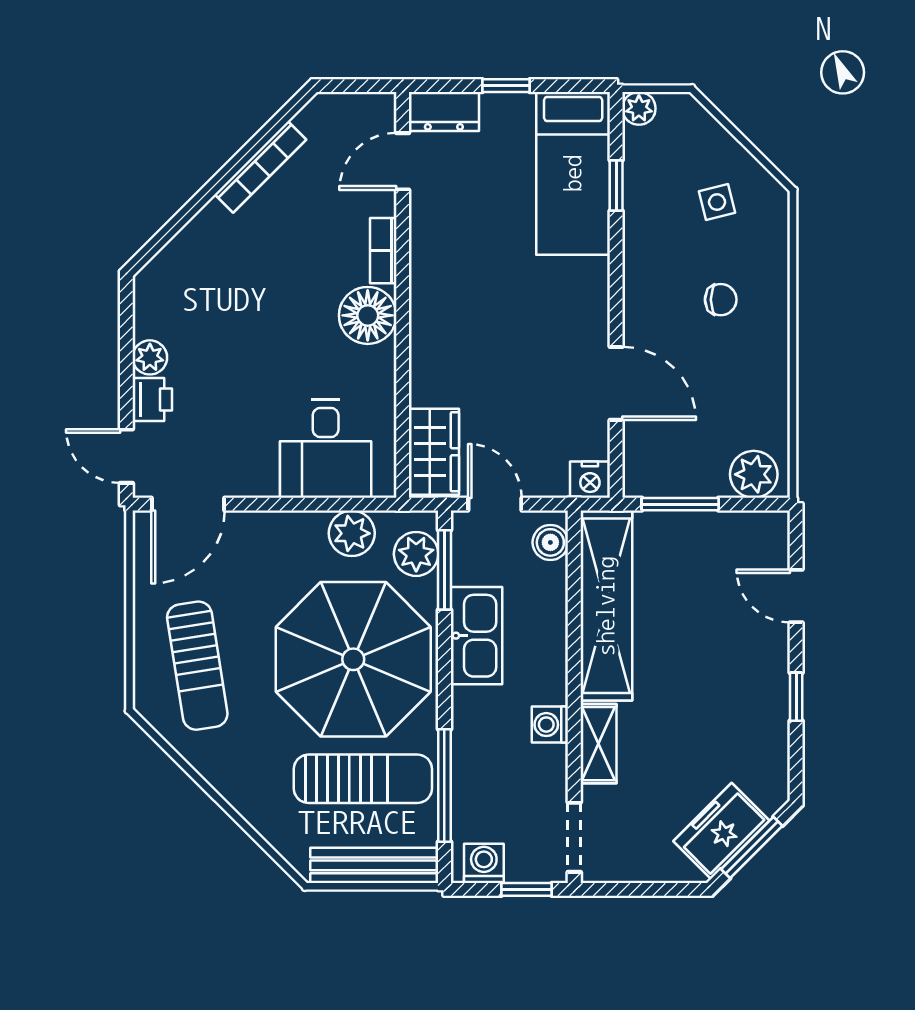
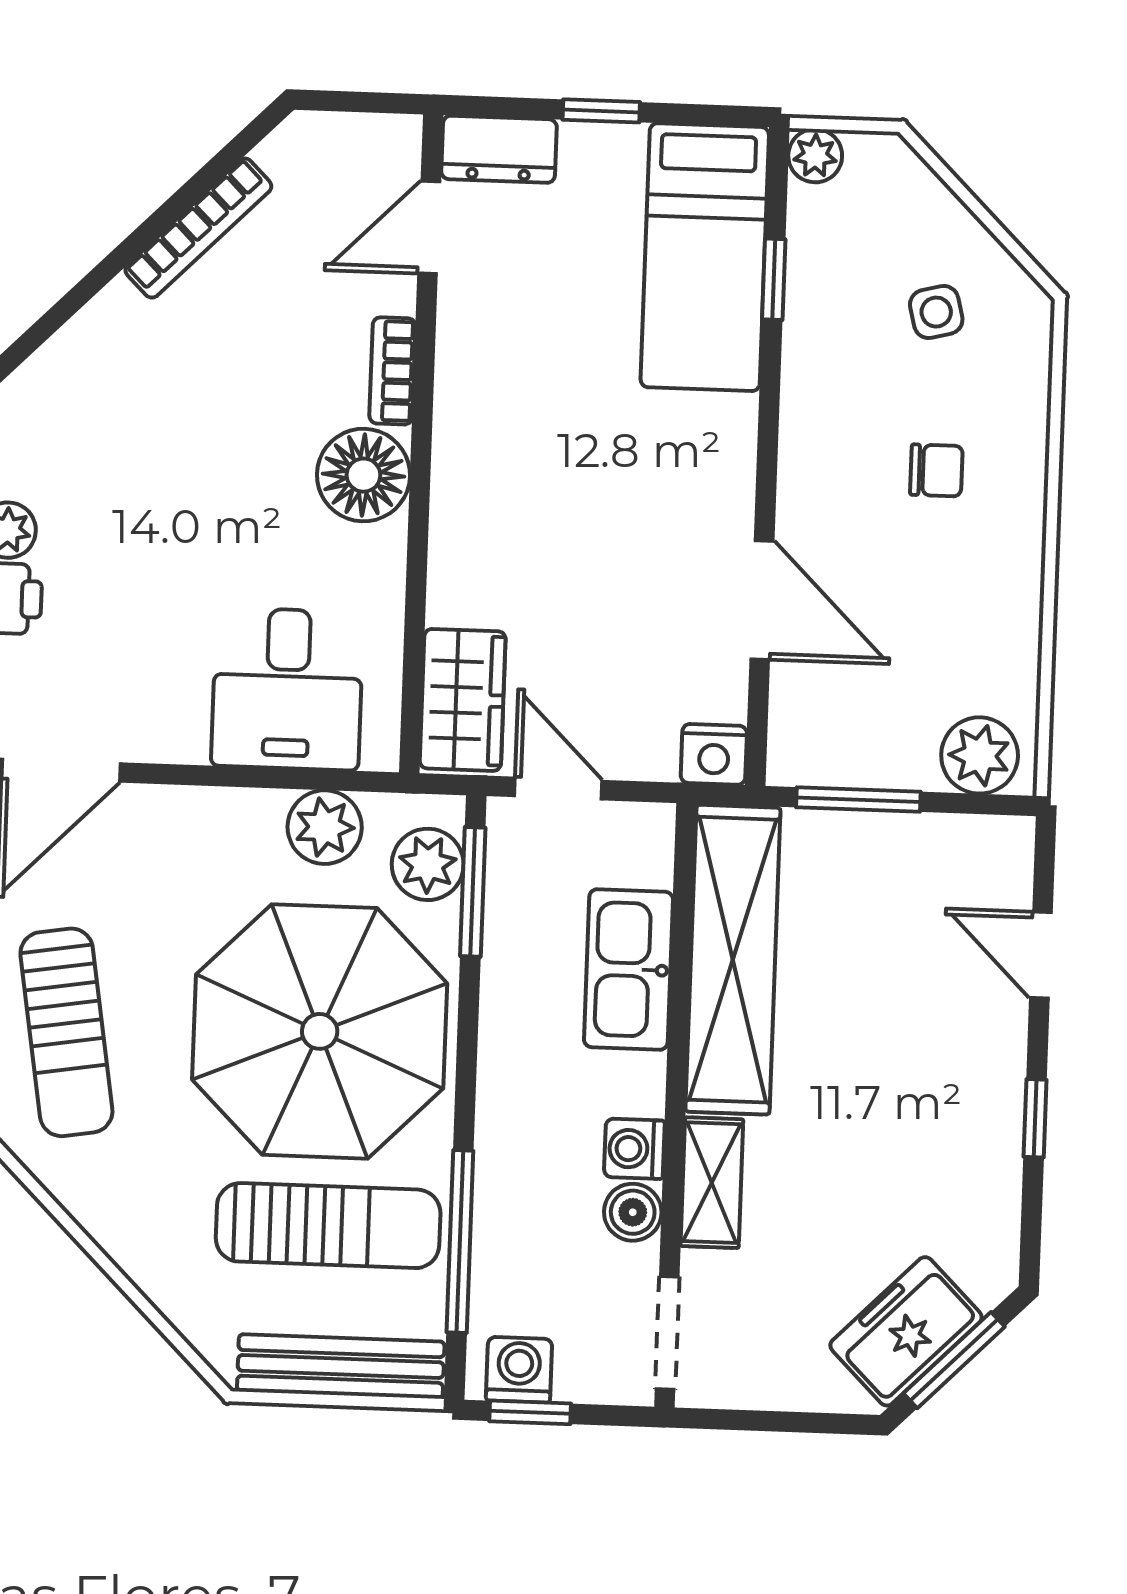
boiler: (550, 542) -> (633, 1212), moved
kitchen sink: (477, 636) -> (629, 969), moved, turned 180
window: (526, 889) -> (530, 1412), moved

